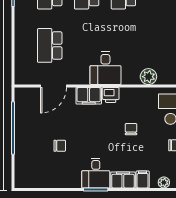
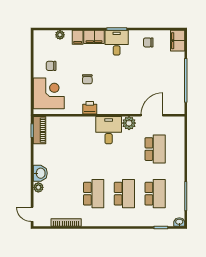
plant: (148, 77) -> (129, 123), moved
printer: (111, 95) -> (90, 108), moved
filing cabinet: (89, 96) -> (178, 41), moved, turned -90
chair: (60, 146) -> (148, 42), moved

